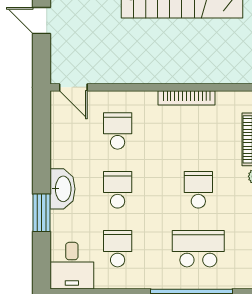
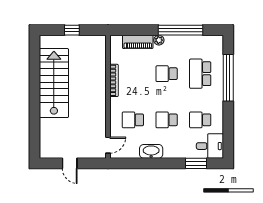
door: (41, 21) -> (70, 163), hinge flipped
washbasin: (62, 189) -> (151, 151), moved
window: (41, 213) -> (196, 163), moved

